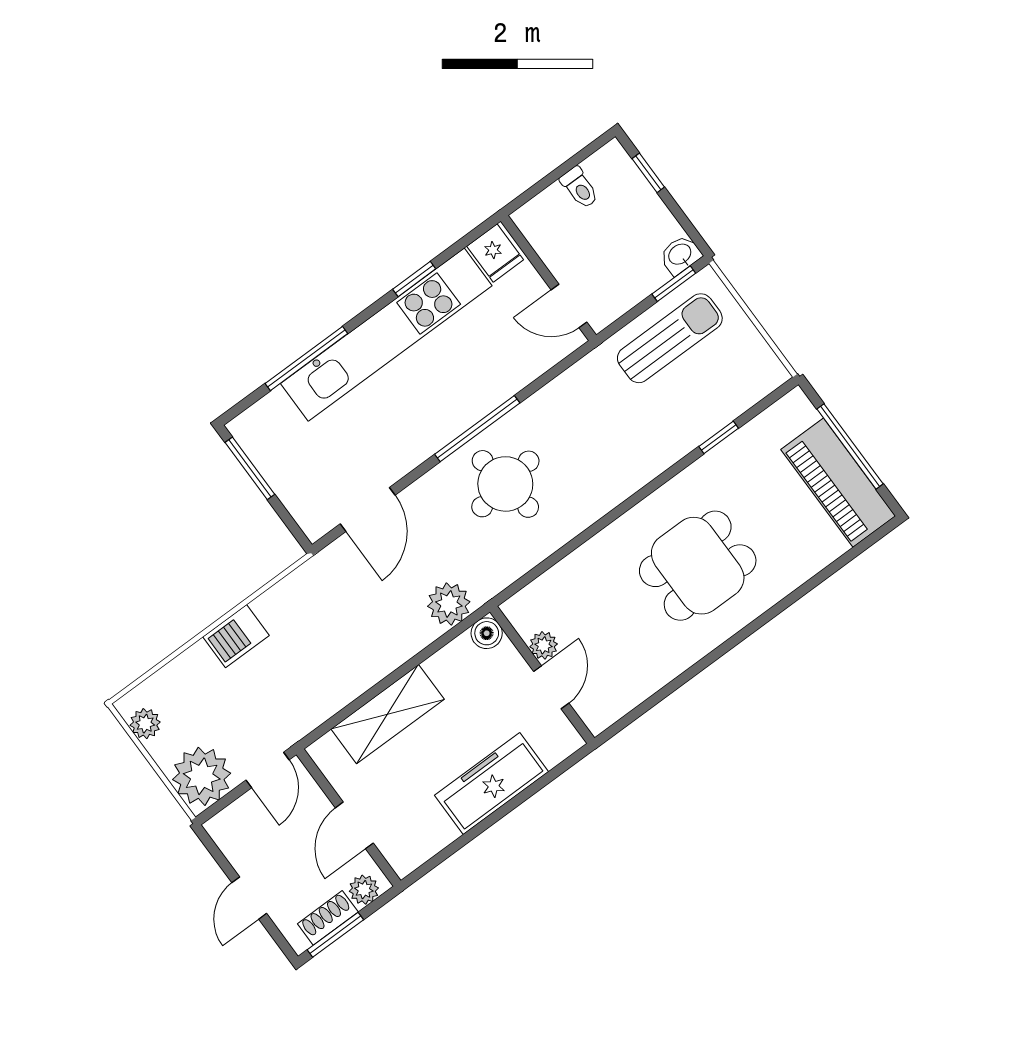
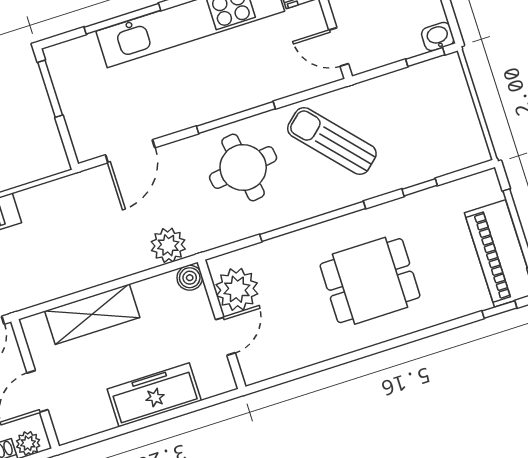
sun lounger: (670, 338) -> (332, 141), moved, turned -132
window: (607, 519) -> (313, 221), added
window: (860, 548) -> (499, 309), added
plant: (544, 645) -> (237, 289), width x1.87, depth x1.87

